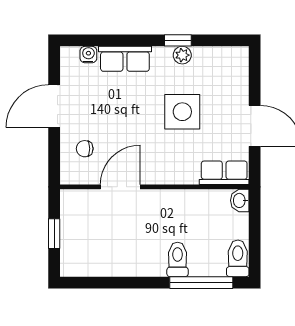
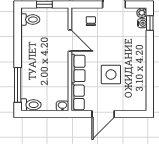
window: (178, 40) -> (150, 23), moved
plant: (182, 55) -> (142, 13), moved
row of seats: (125, 59) -> (78, 68), moved, turned 180
toilet: (178, 259) -> (30, 19), moved

